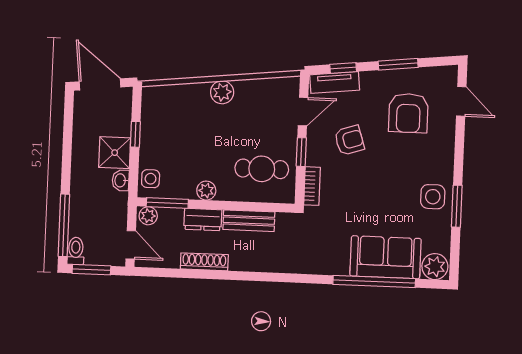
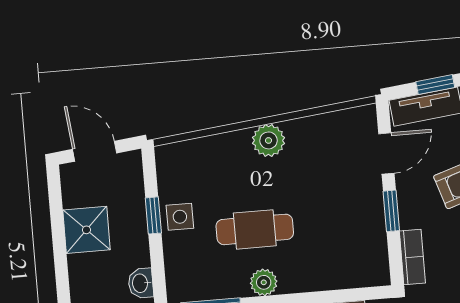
door: (100, 84) -> (95, 151), width x0.73
shower: (115, 153) -> (86, 230), moved
cafe table: (262, 169) -> (255, 229), moved
side table: (151, 179) -> (180, 217), moved

